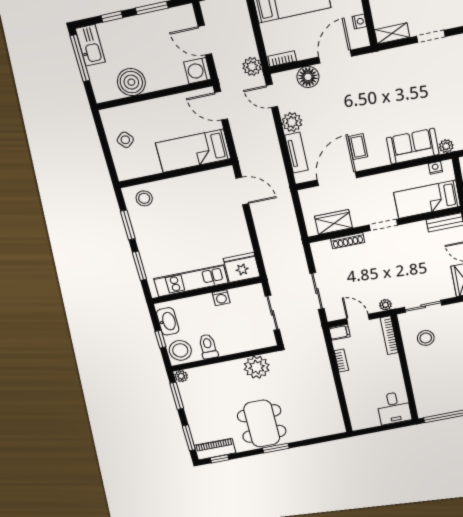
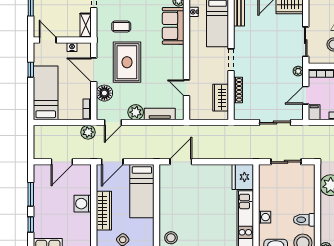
washing machine: (197, 71) -> (83, 204), moved, turned 90
boiler: (131, 82) -> (81, 223), removed
rug: (354, 98) -> (127, 62), added
wardrobe: (156, 108) -> (104, 211), added
coffee table: (358, 147) -> (121, 27), moved
door: (337, 179) -> (187, 88), width x0.53
washing machine: (221, 298) -> (265, 217), moved

